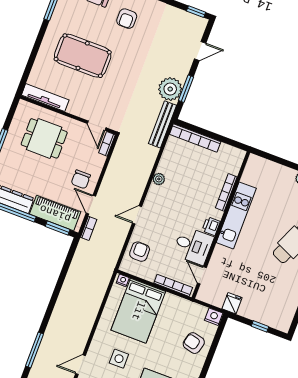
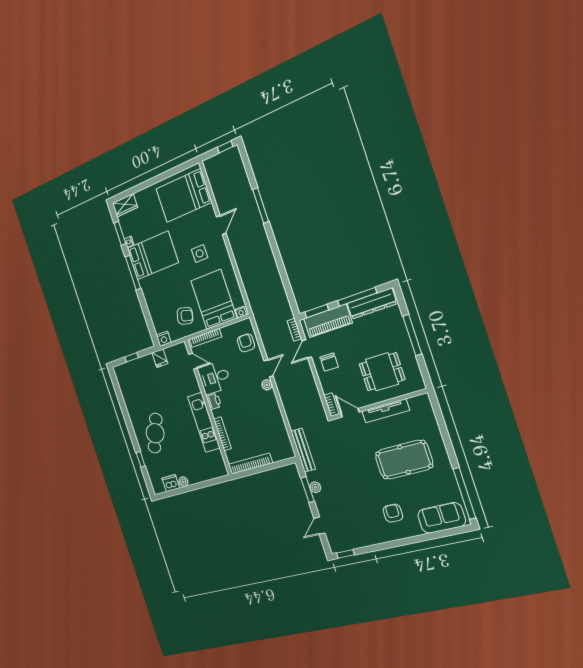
plant: (170, 89) -> (315, 487), width x0.53, depth x0.53
tv unit: (45, 98) -> (386, 411), moved
bookcase: (195, 138) -> (250, 464), moved
chair: (81, 179) -> (329, 362), turned 180
plant: (159, 179) -> (267, 385), moved
door: (91, 205) -> (307, 349), swing flipped
armchair: (140, 252) -> (246, 343), turned 180
armchair: (194, 343) -> (185, 316), moved

